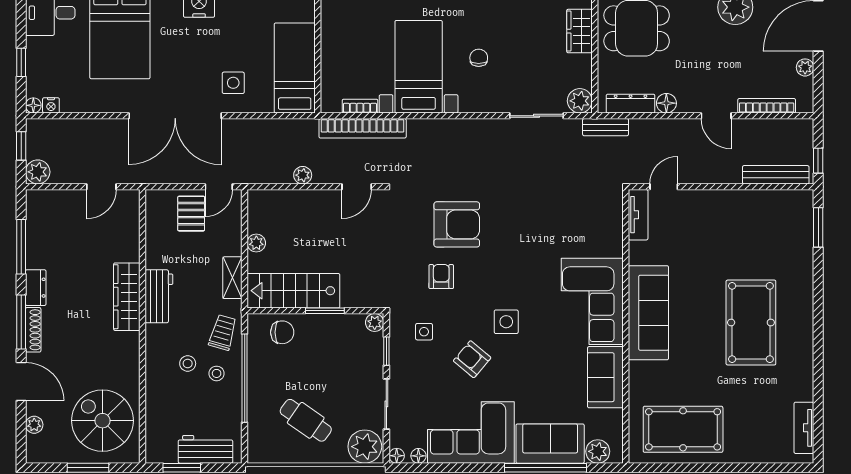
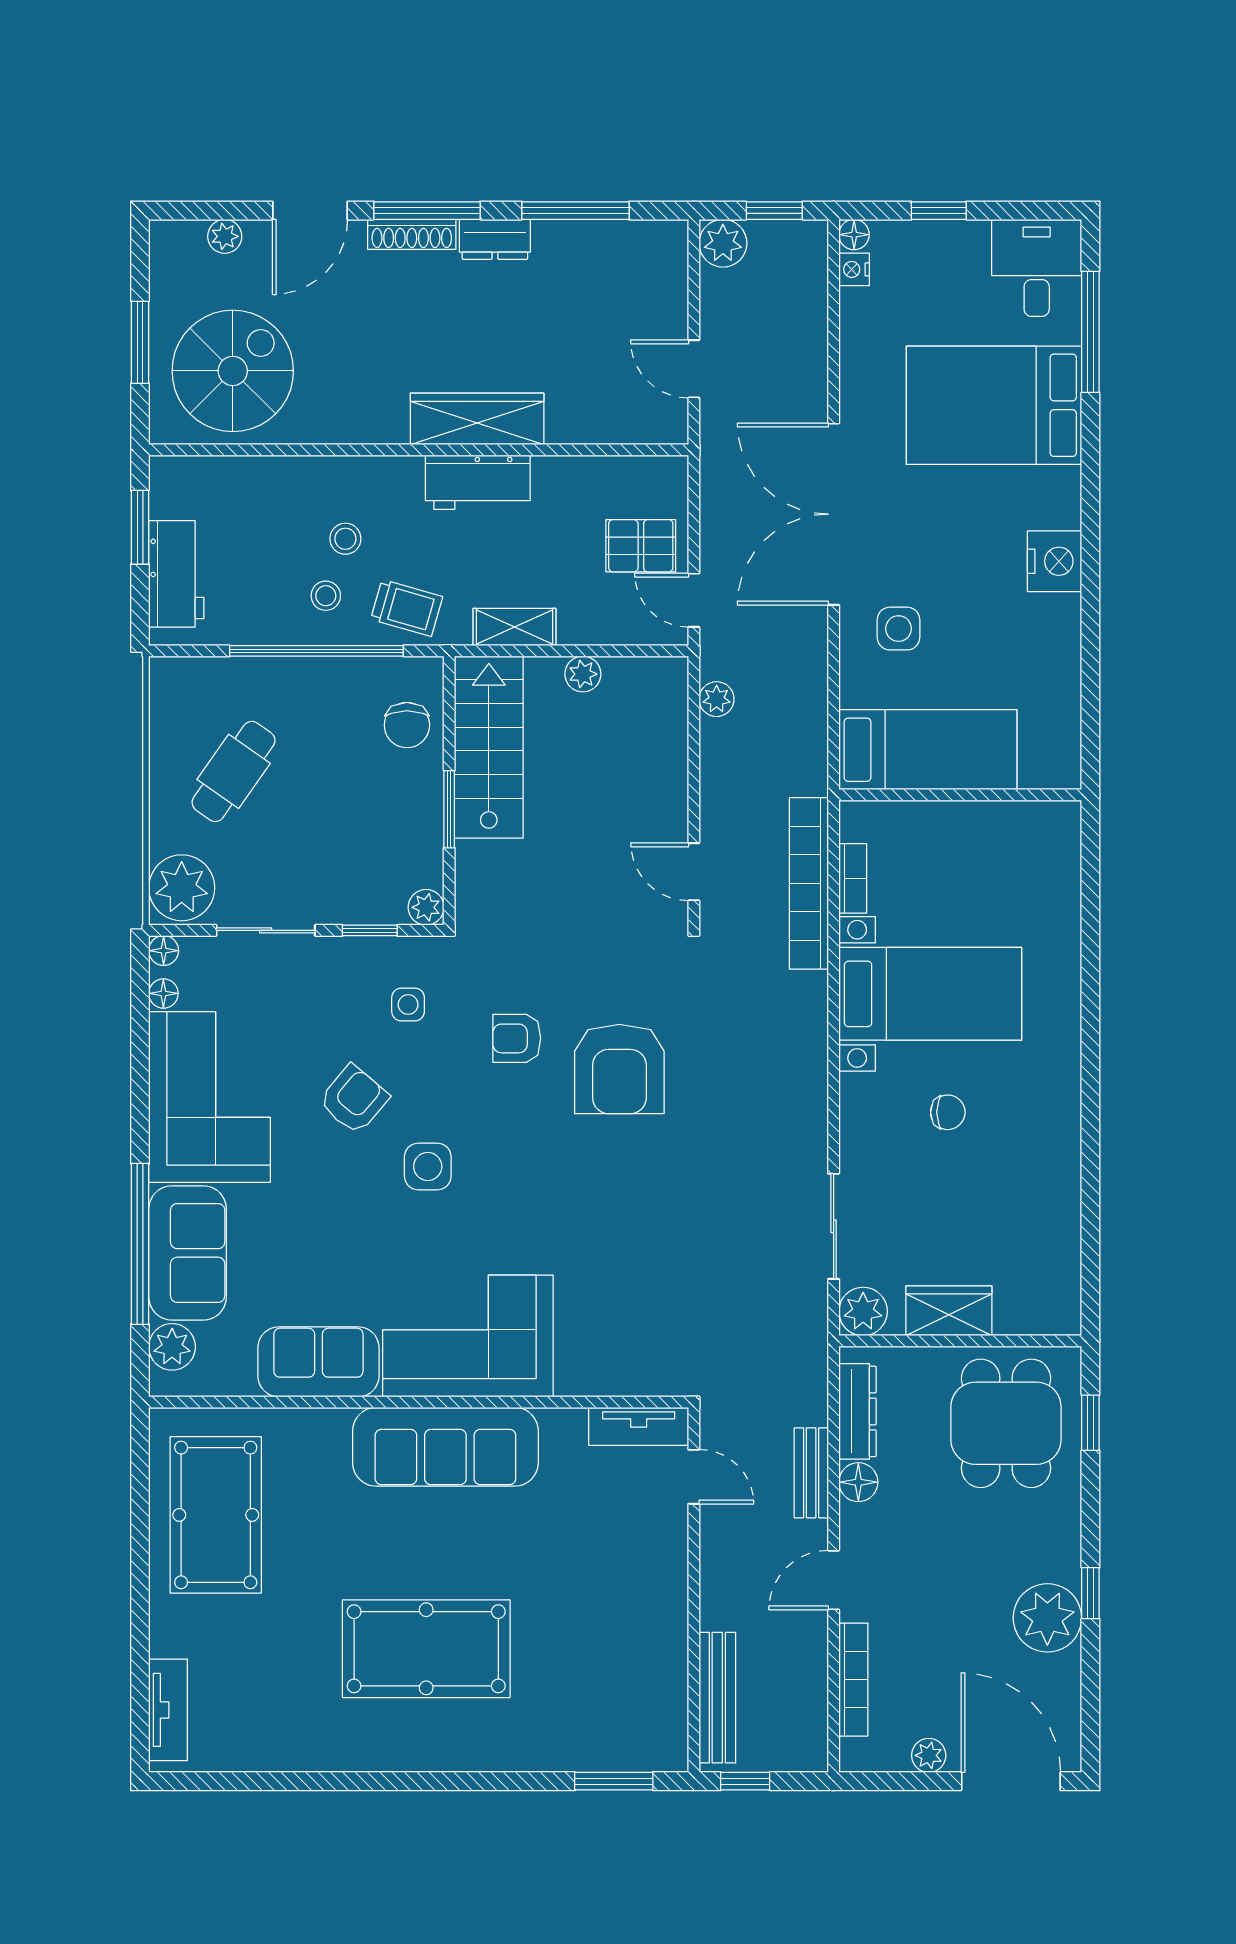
wardrobe: (579, 31) -> (949, 1311), moved
bench: (606, 127) -> (811, 1473), moved
plant: (303, 175) -> (717, 699), moved
armchair: (441, 277) -> (517, 1038), turned 180
tv unit: (804, 428) -> (168, 1710), moved, turned 90

